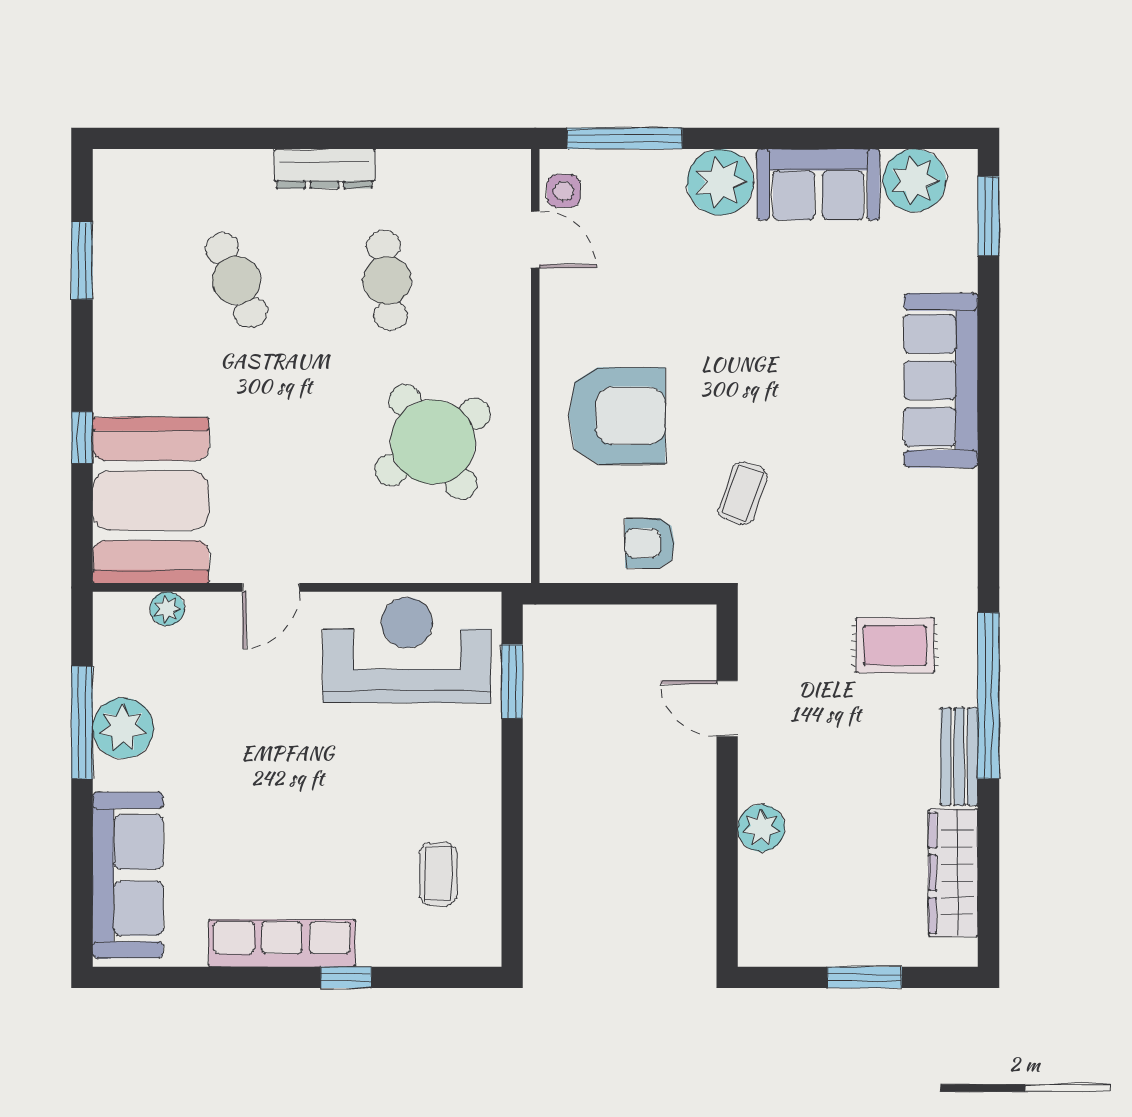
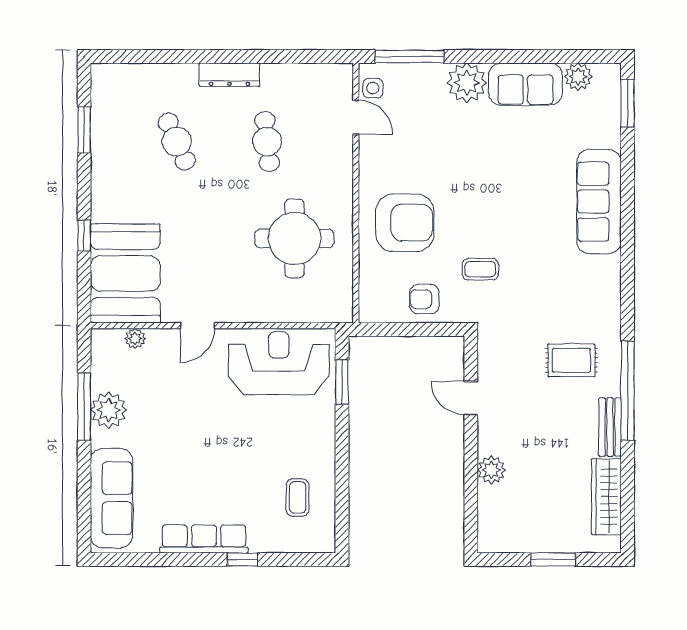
plant: (914, 180) -> (578, 77), width x0.73, depth x0.73
round table: (433, 442) -> (294, 238), turned 34
coffee table: (743, 493) -> (480, 269), turned 71

